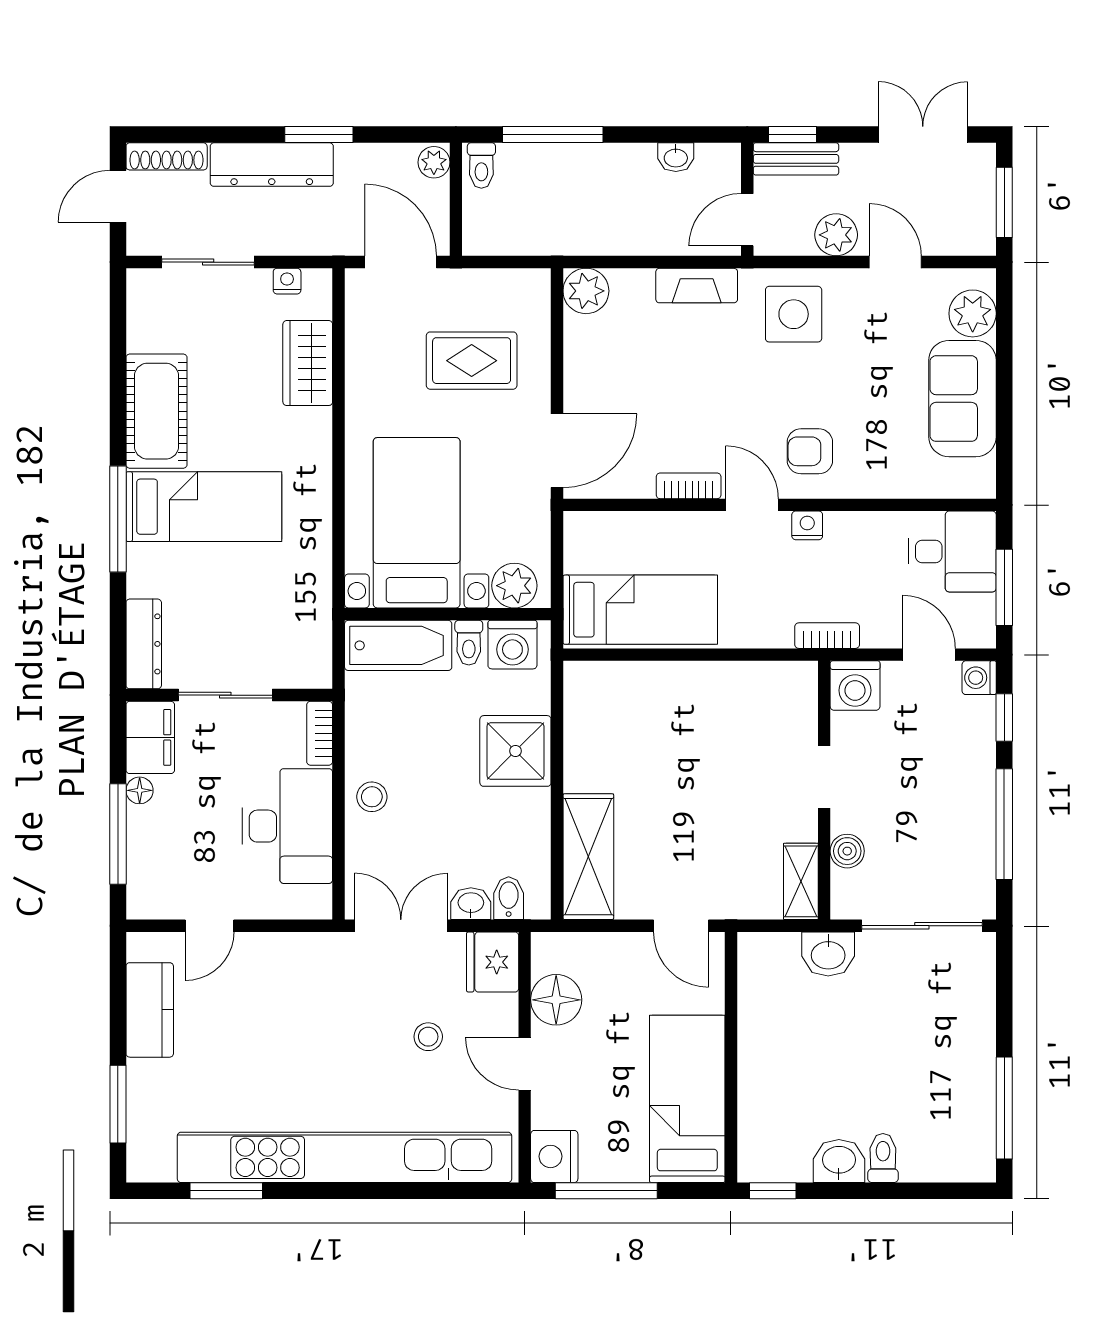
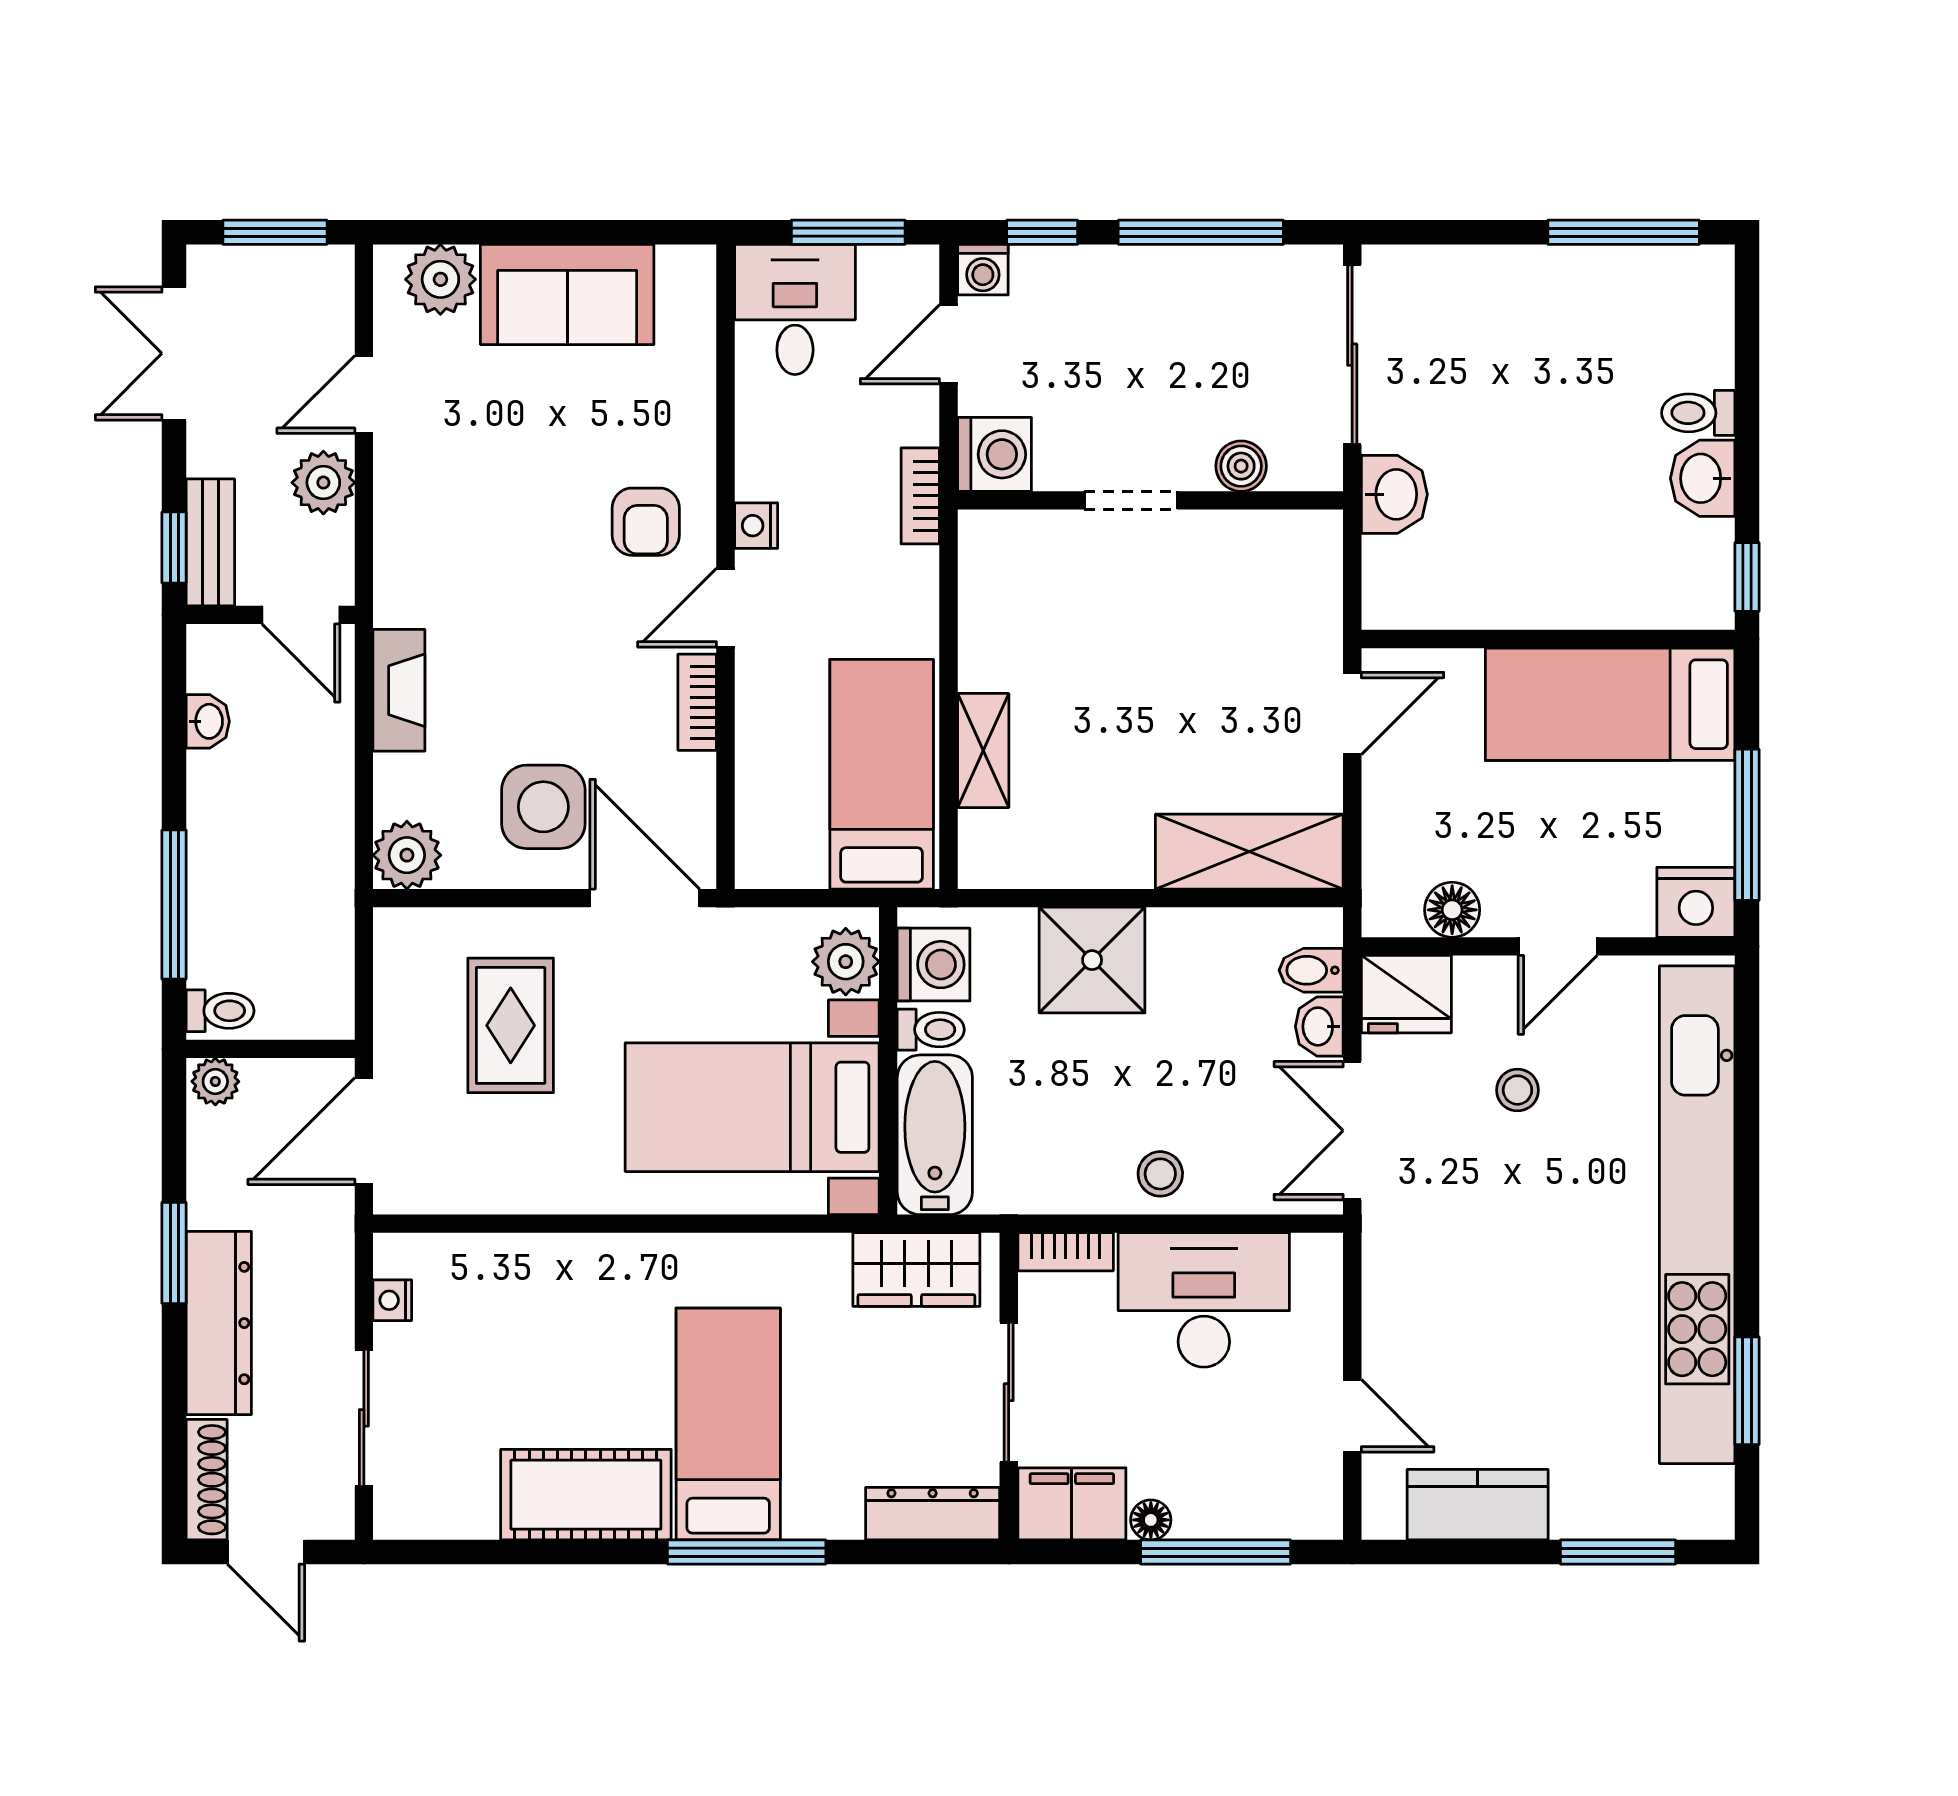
side table: (794, 314) -> (543, 807), moved
wardrobe: (308, 363) -> (916, 1269), moved
shelving: (801, 881) -> (983, 751), moved, turned 90
floor lamp: (556, 1000) -> (1452, 910), width x0.73, depth x0.73

